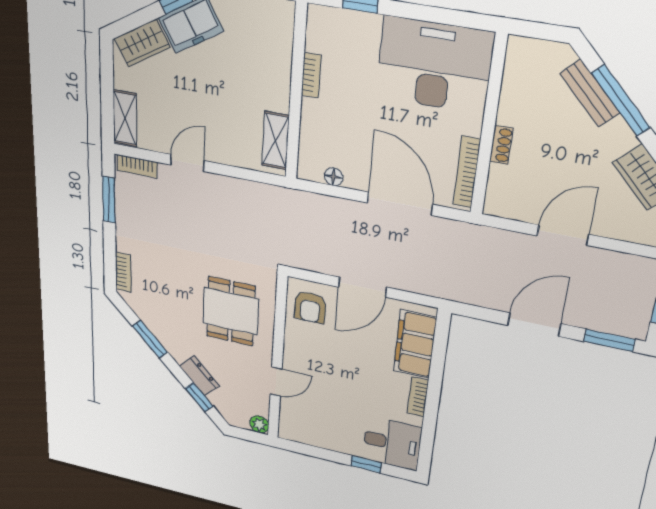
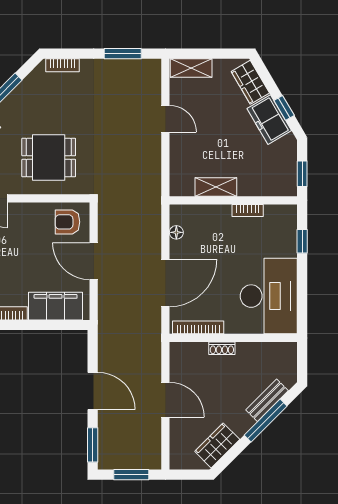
shelving: (276, 141) -> (216, 187), moved
bookcase: (137, 166) -> (155, 78), removed

